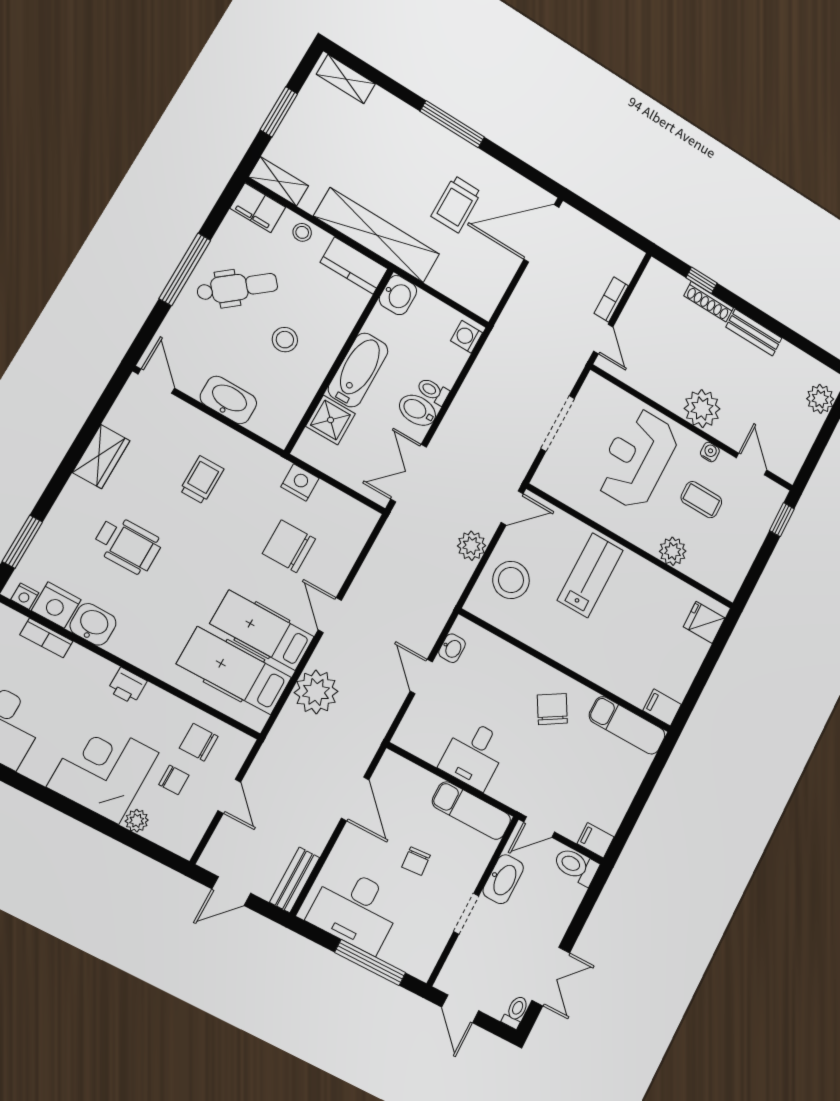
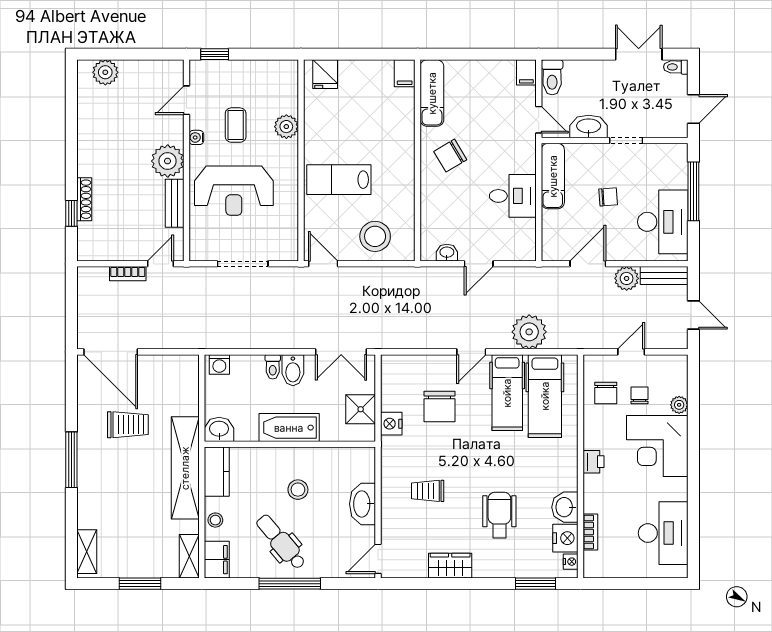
bench: (754, 332) -> (175, 203), moved
shower: (331, 420) -> (361, 409), moved
plant: (472, 546) -> (627, 278), moved

